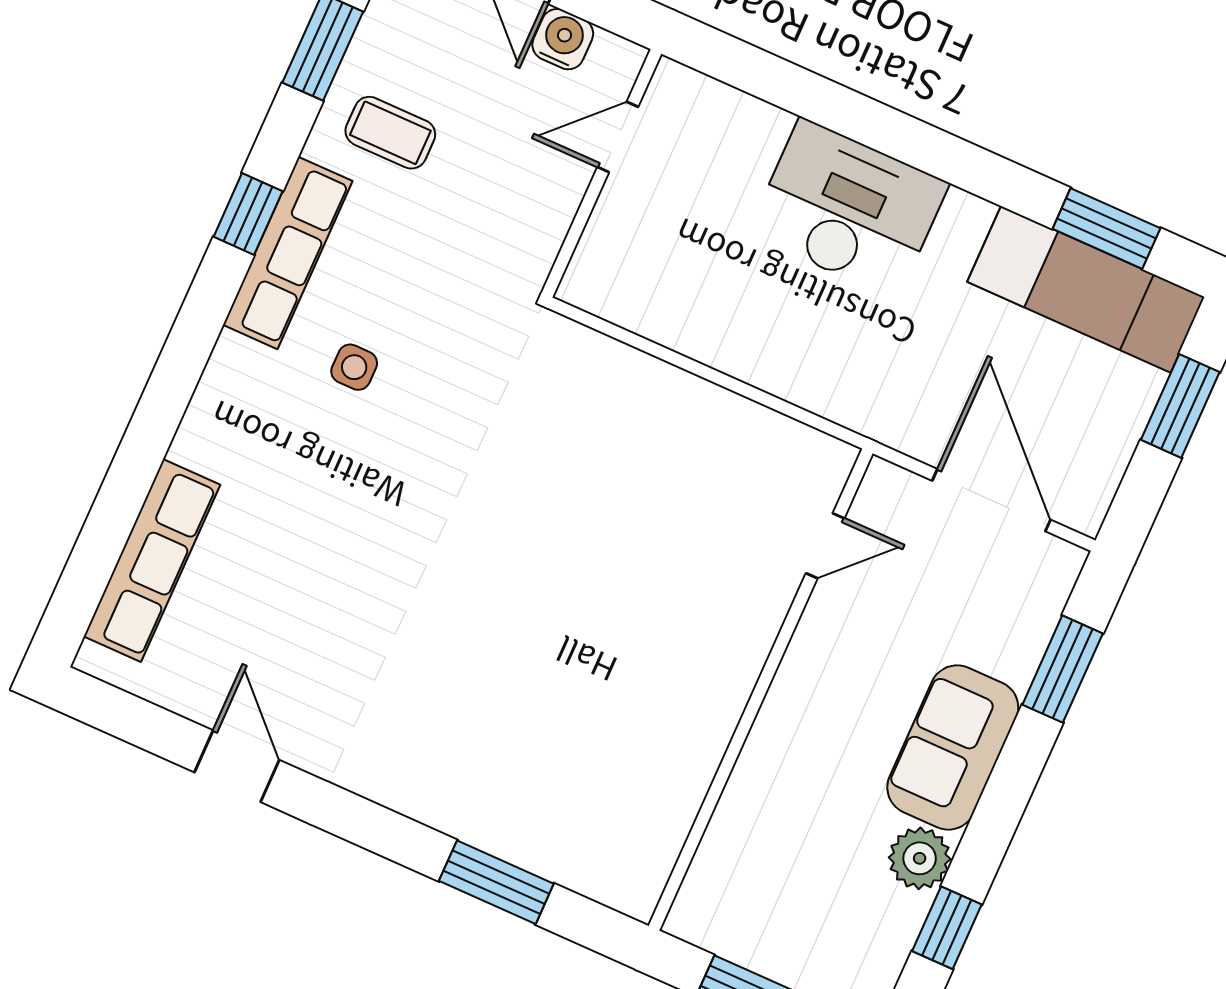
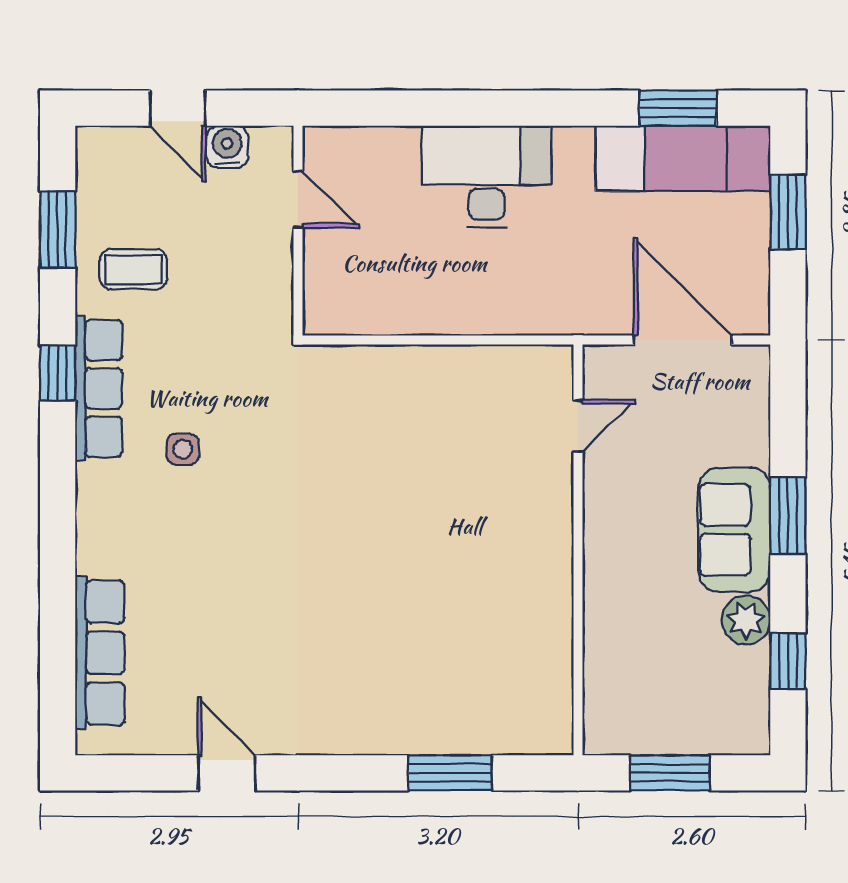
door: (618, 137) -> (298, 199), swing flipped
window: (1063, 669) -> (788, 516), moved

